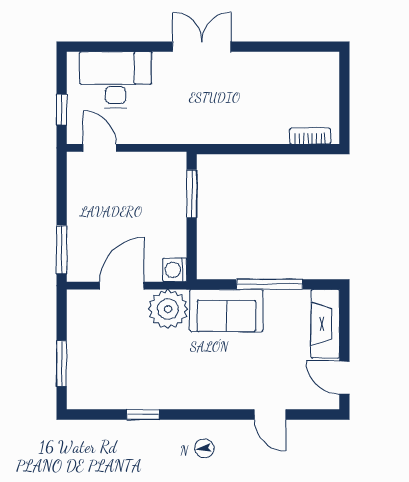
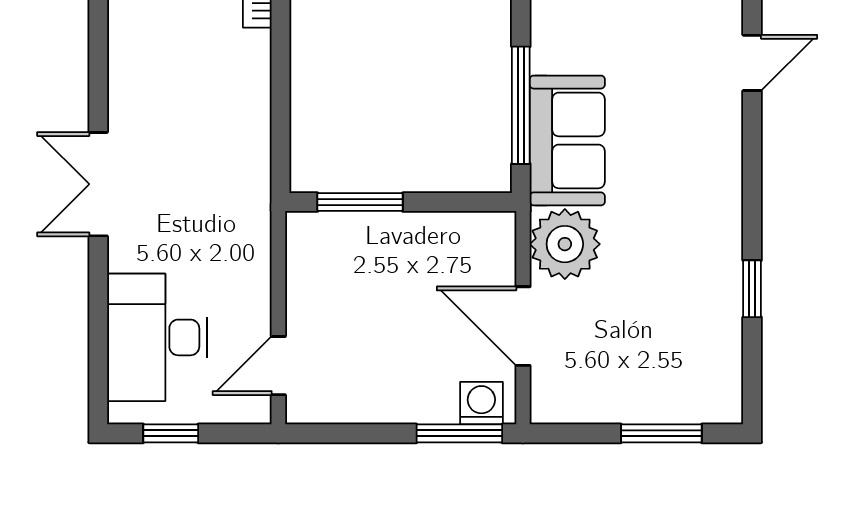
window: (62, 110) -> (171, 433), moved
washing machine: (175, 270) -> (481, 403), moved, turned 180
window: (270, 284) -> (521, 105), moved

